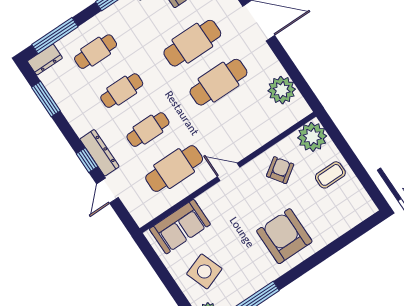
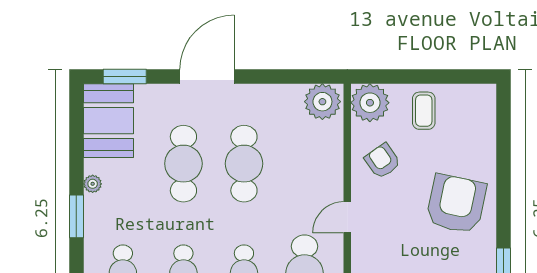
plant: (282, 90) -> (322, 102), moved
armchair: (284, 236) -> (456, 204), turned 102

